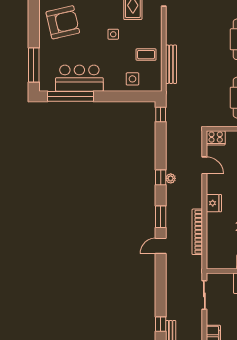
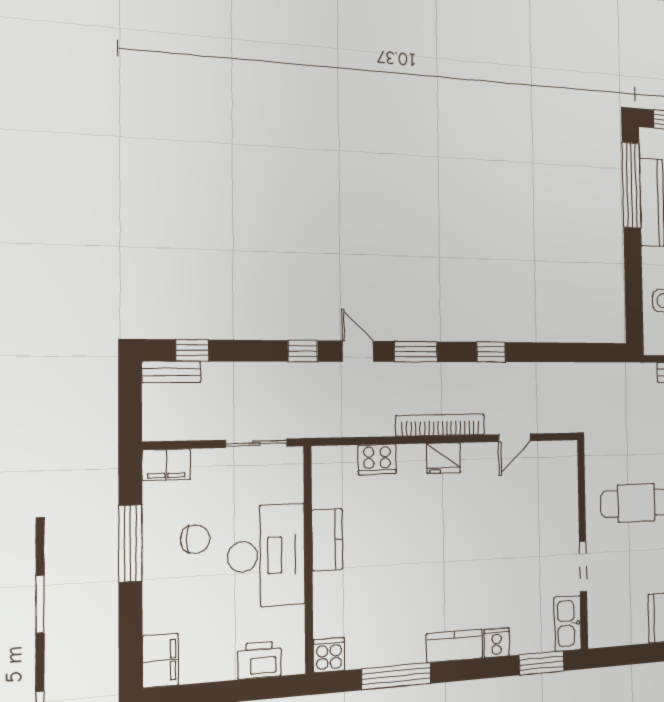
window: (161, 114) -> (303, 351), moved
cooker: (216, 138) -> (377, 459), moved, turned -90
plant: (171, 178) -> (489, 372), removed
bookcase: (197, 232) -> (440, 425), moved

